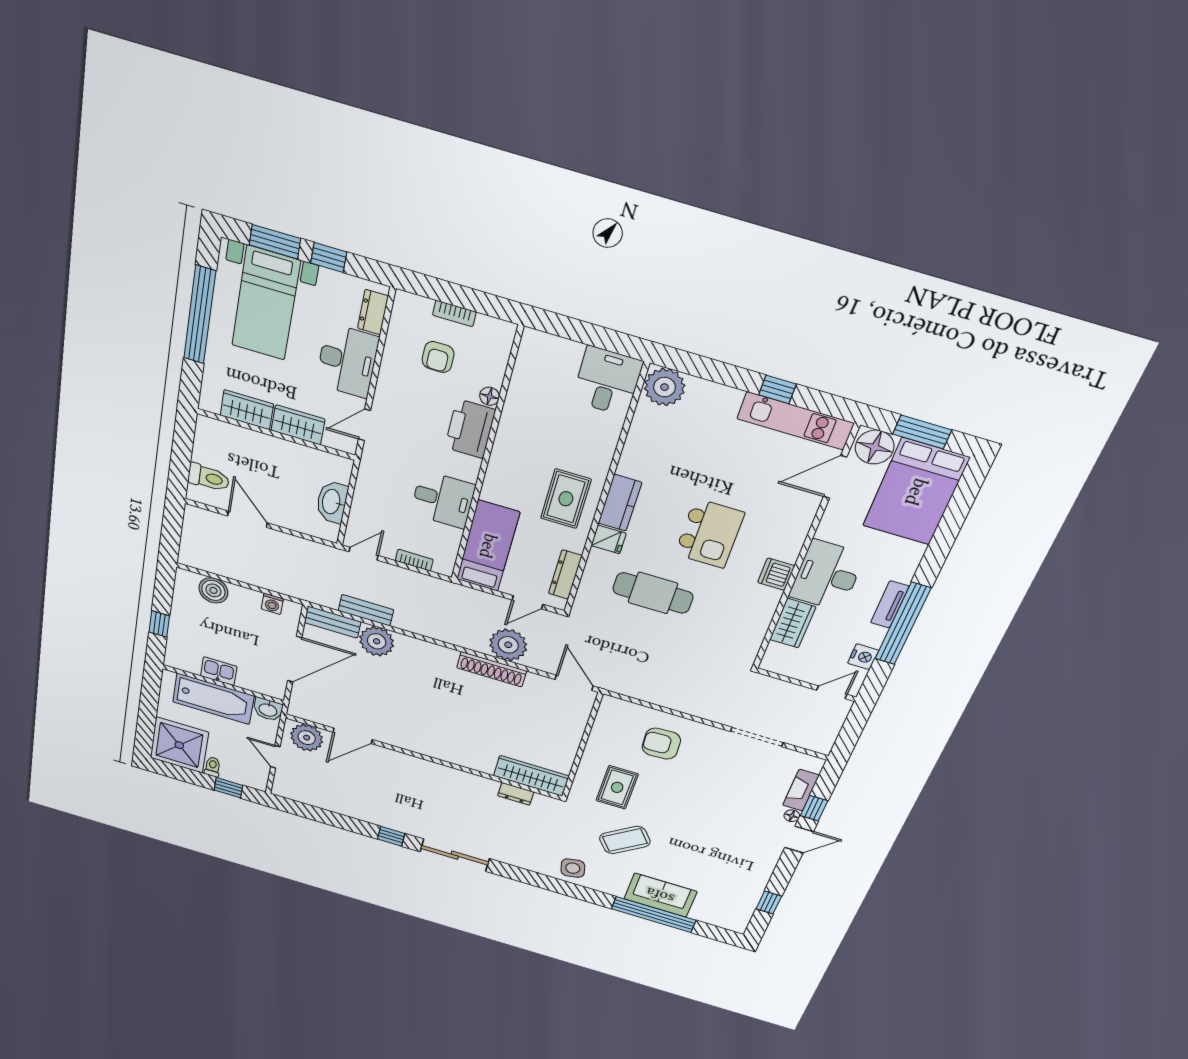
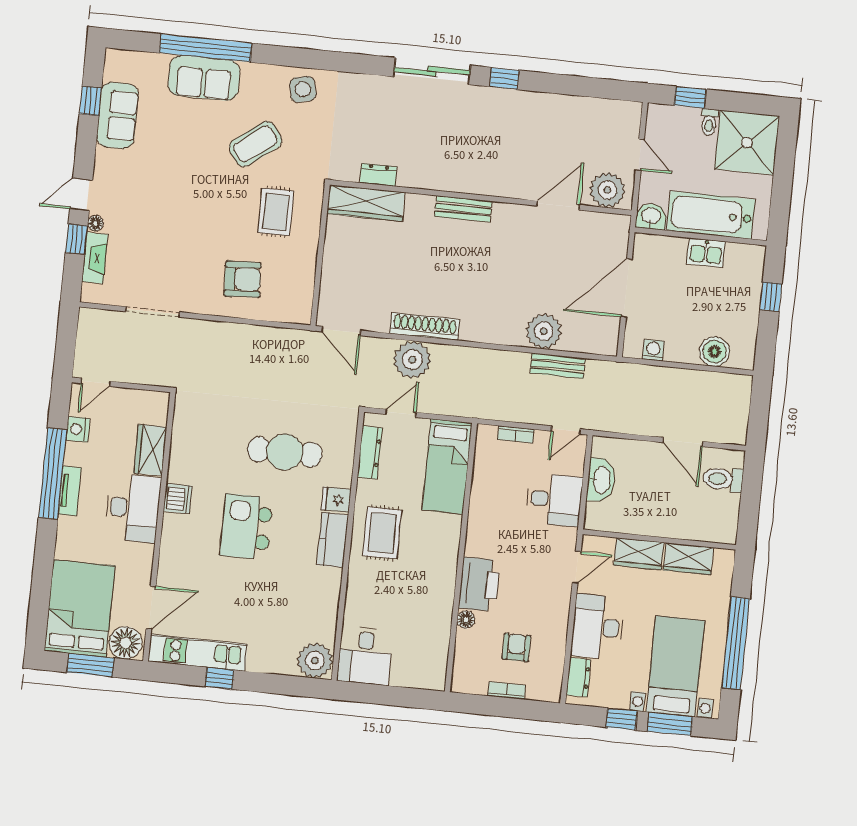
desk: (443, 499) -> (554, 500), moved, turned 180
bench: (332, 622) -> (463, 209), moved
sofa: (747, 887) -> (118, 115), added

